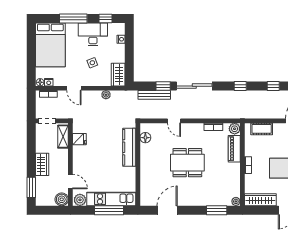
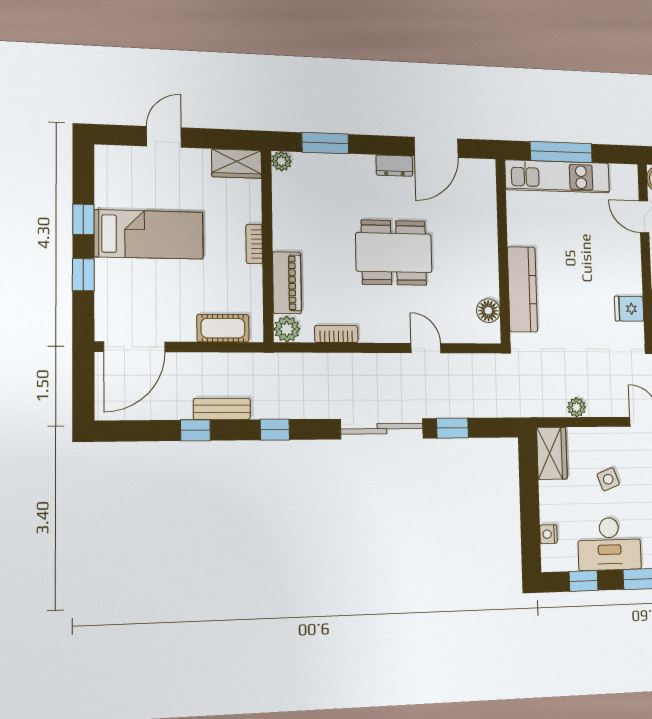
bench: (154, 95) -> (222, 409), moved, width x0.73
plant: (80, 200) -> (623, 177), removed
wardrobe: (260, 200) -> (237, 164), width x0.67
dresser: (186, 201) -> (394, 166), added

